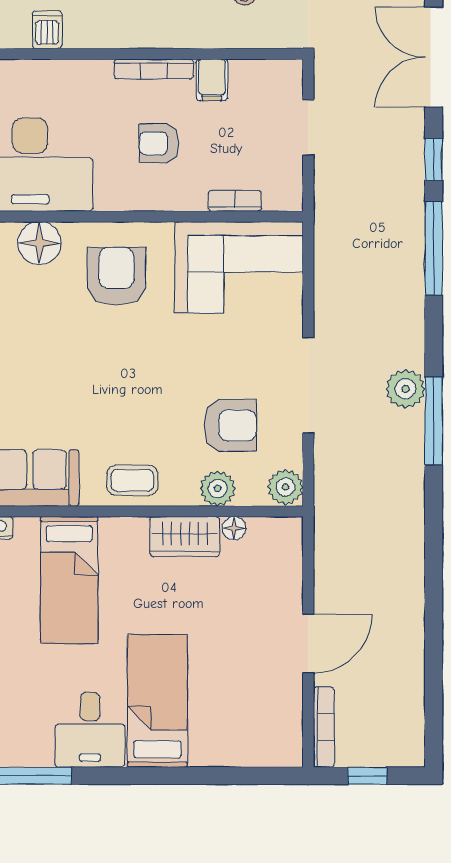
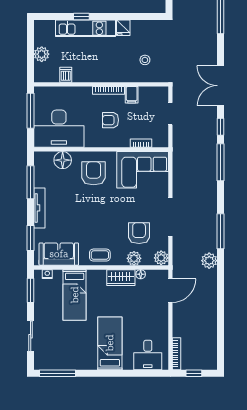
plant: (406, 389) -> (209, 261), moved
armchair: (230, 425) -> (139, 233), turned -90
door: (308, 643) -> (170, 291), moved
desk: (90, 730) -> (148, 355), moved

